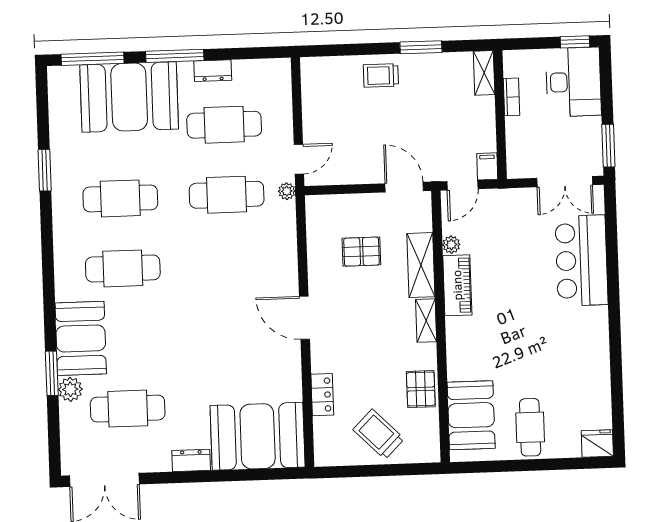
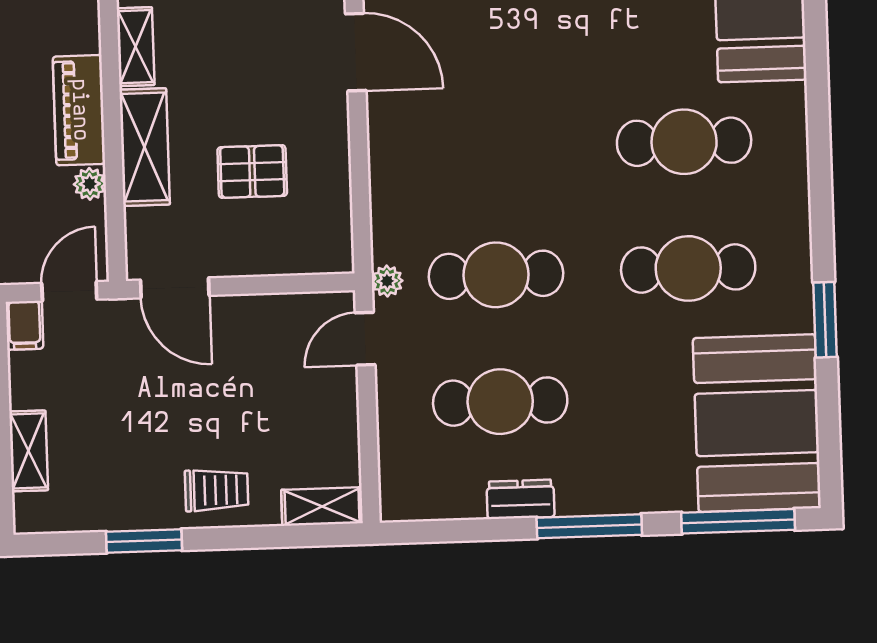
shelving: (323, 66) -> (322, 506), added
shelving: (484, 73) -> (29, 451), moved
booth: (129, 97) -> (757, 423), moved, turned 90

